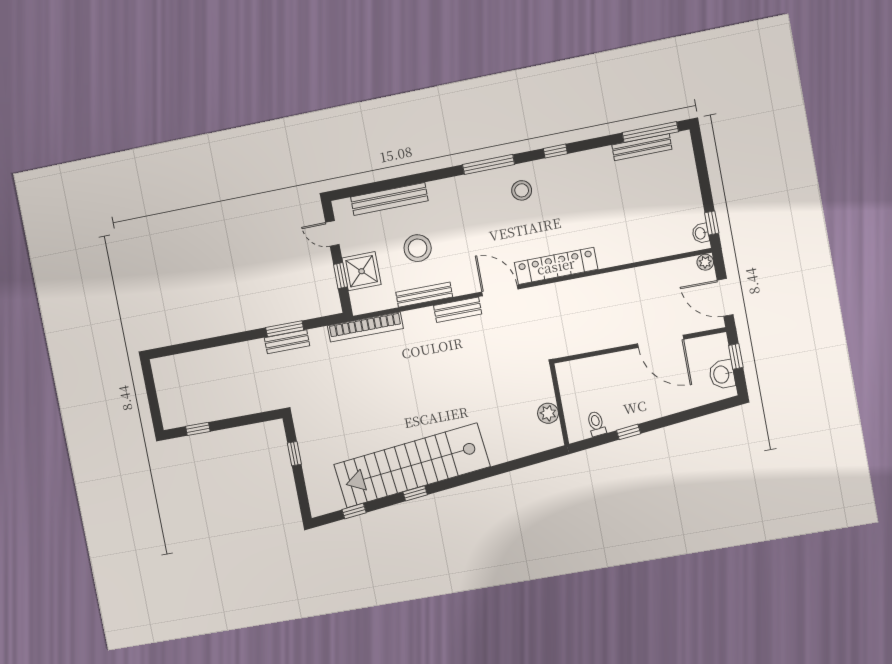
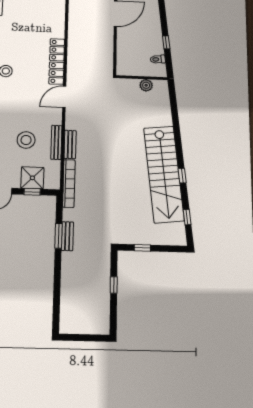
bench: (458, 310) -> (70, 144), moved
window: (198, 429) -> (114, 285), moved

